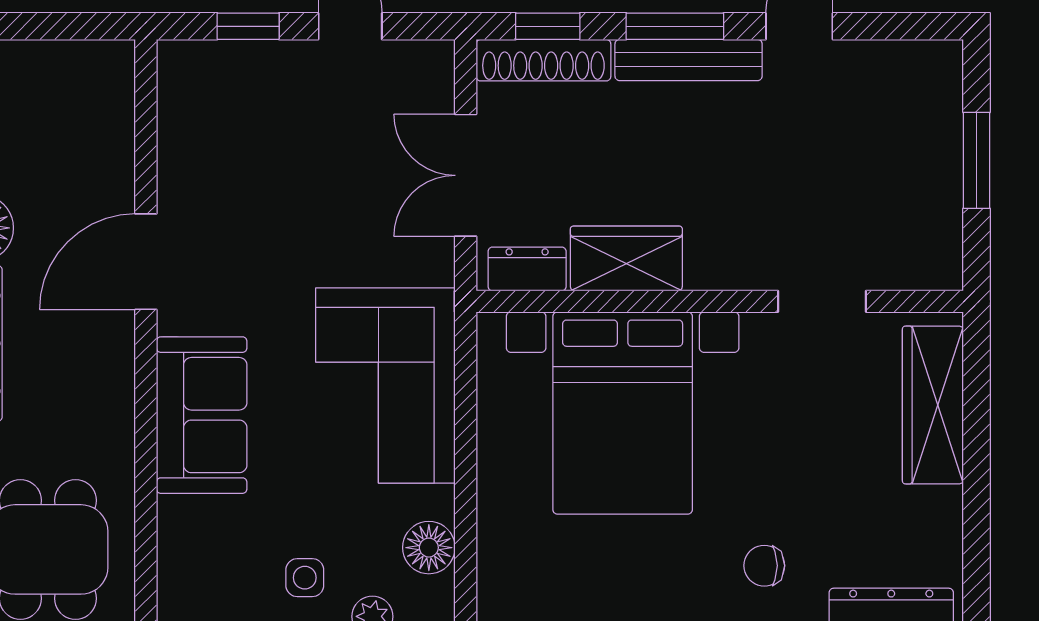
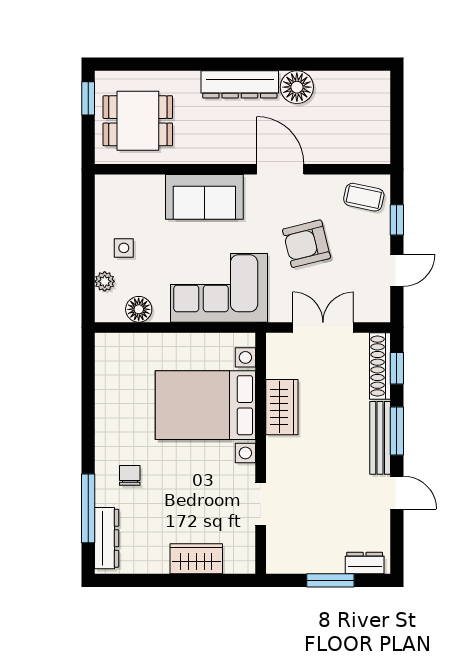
coffee table: (202, 93) -> (364, 197), added
armchair: (296, 209) -> (306, 244), added
dresser: (527, 269) -> (365, 563), moved, turned -90
wardrobe: (933, 405) -> (196, 559), width x0.67

